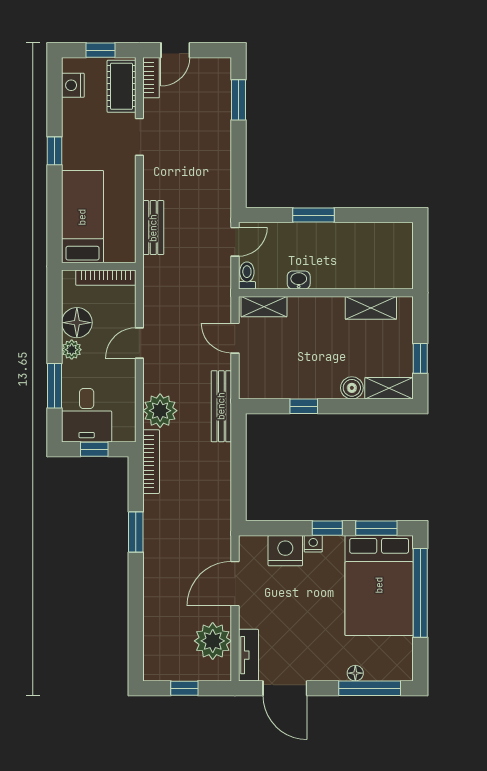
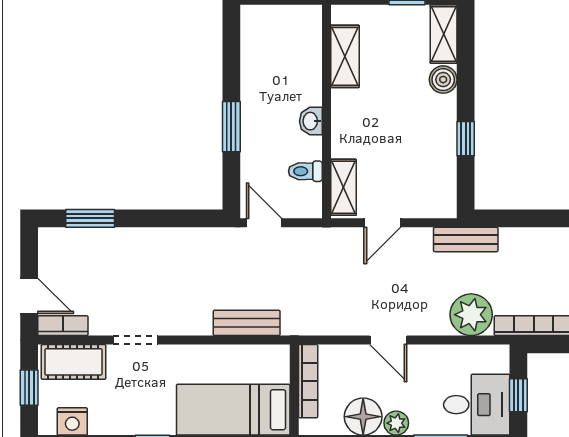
toilet: (247, 275) -> (305, 171), moved
washbasin: (299, 280) -> (311, 121), moved
bench: (221, 406) -> (466, 239), width x0.73

